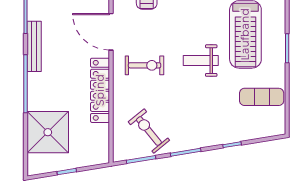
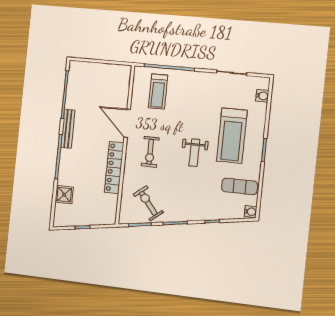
weight bench: (201, 61) -> (194, 153), turned -90
exercise bike: (145, 65) -> (150, 152), turned 90
water cooler: (278, 127) -> (251, 212), added
shower: (48, 132) -> (64, 195), width x0.54, depth x0.54

